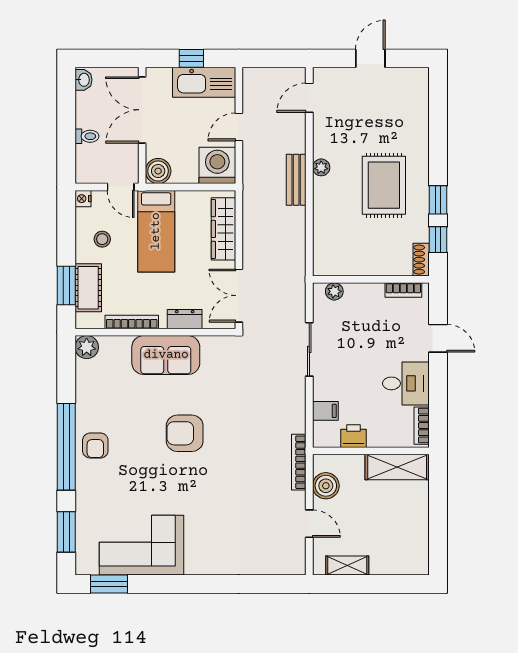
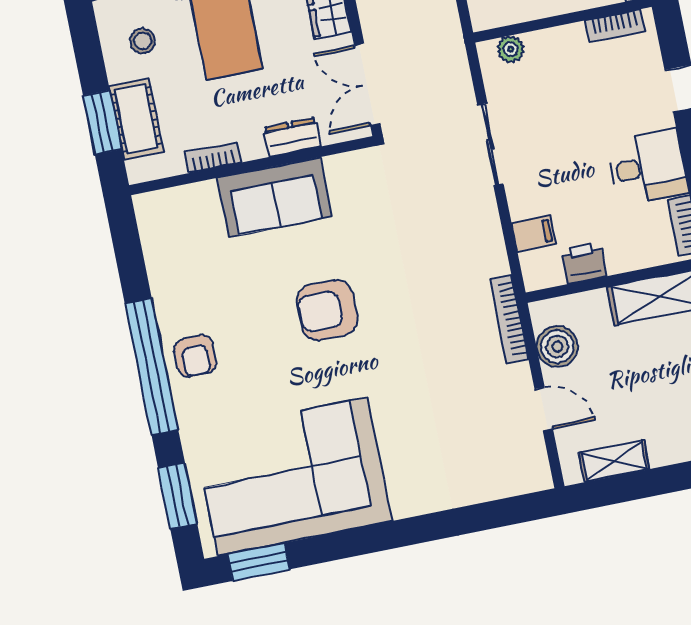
bookcase: (132, 322) -> (213, 158), width x0.64
plant: (87, 347) -> (152, 209), removed
corner sofa: (141, 545) -> (292, 477), width x1.36, depth x1.36

